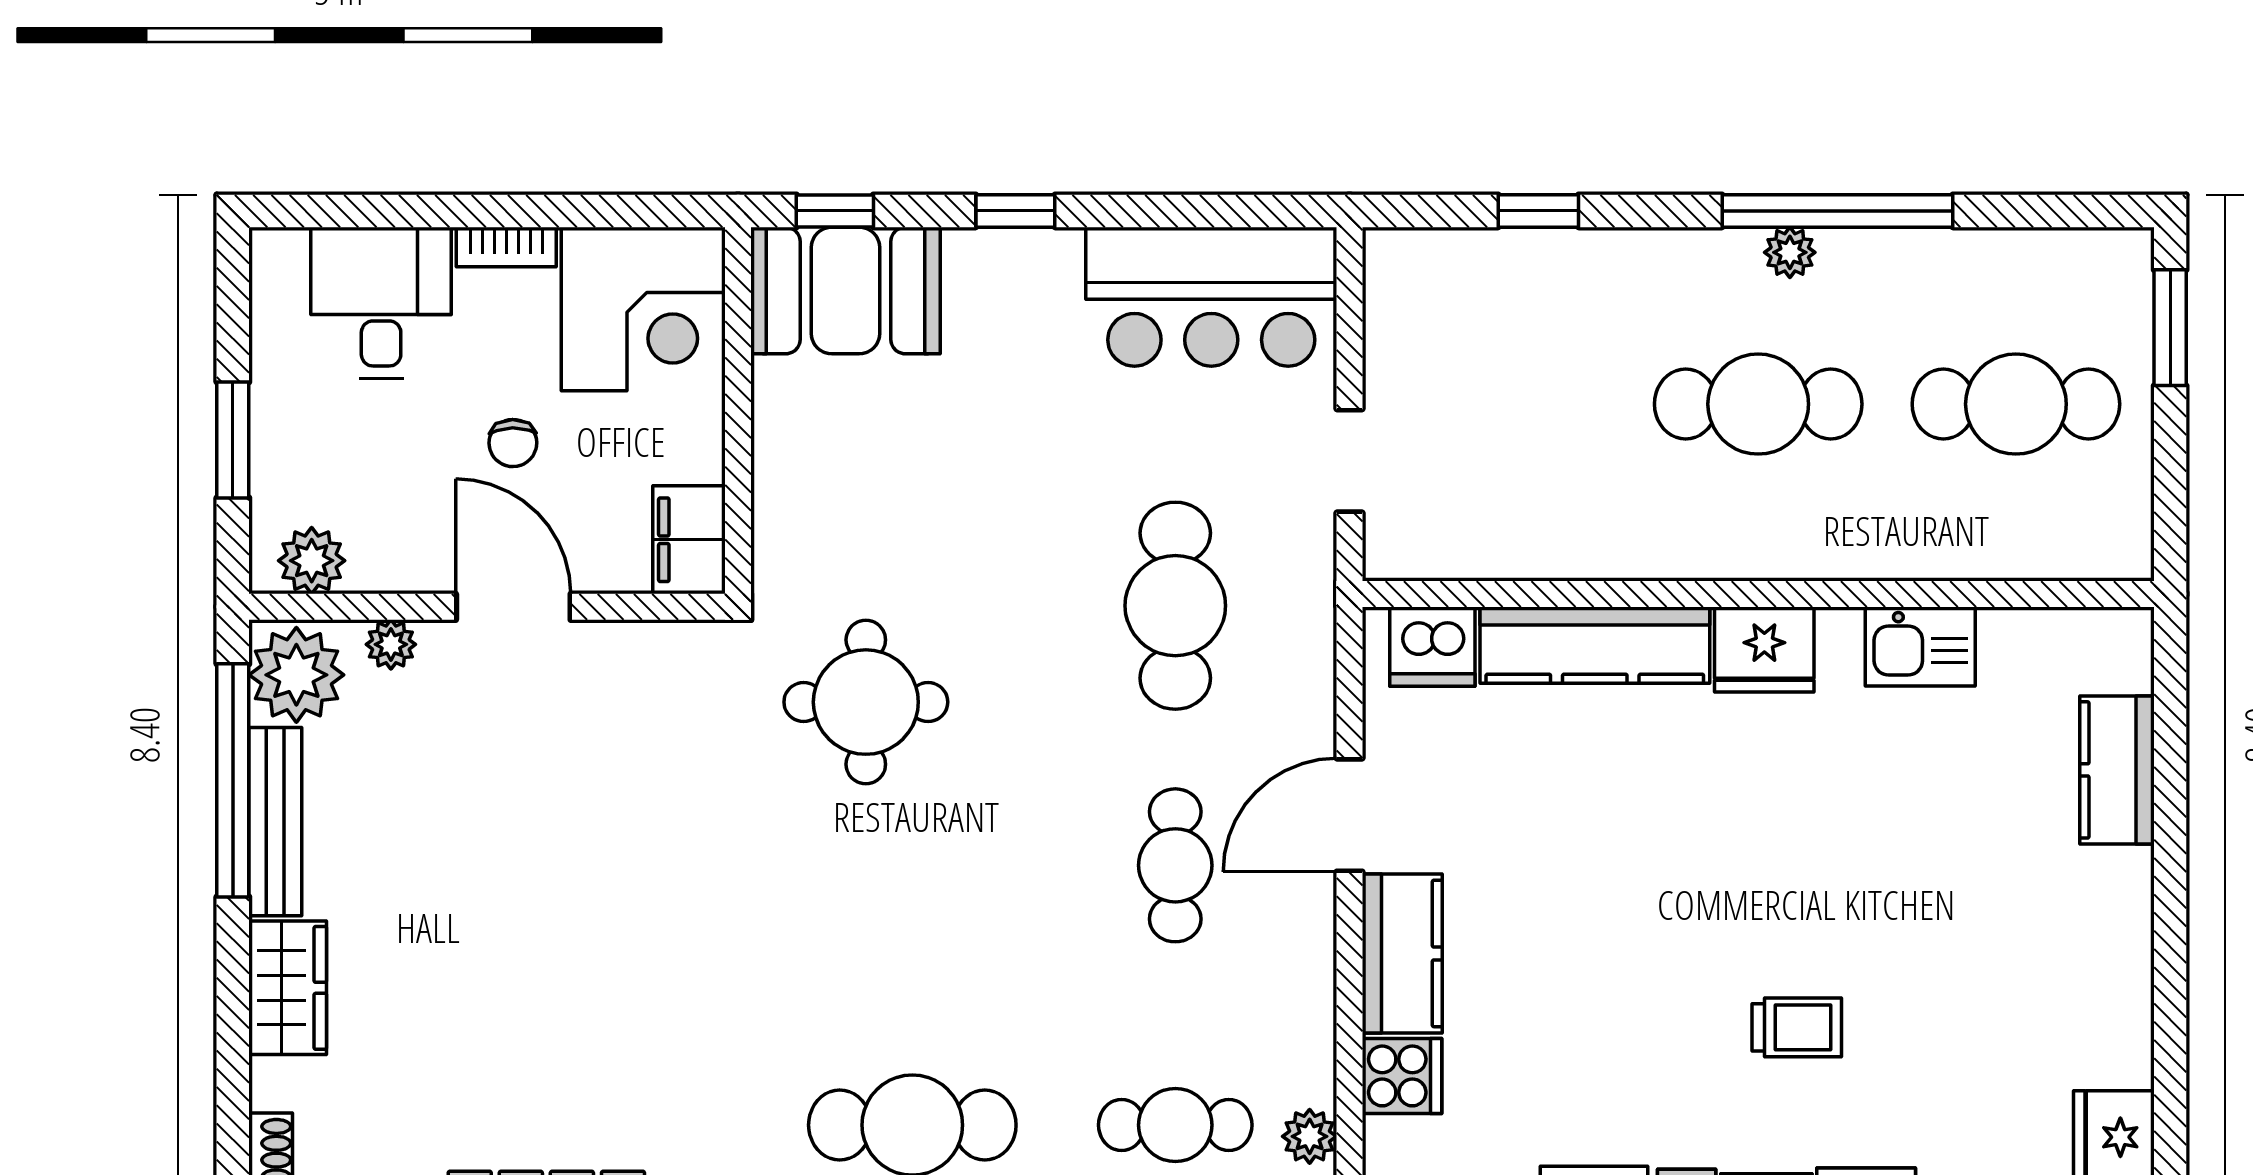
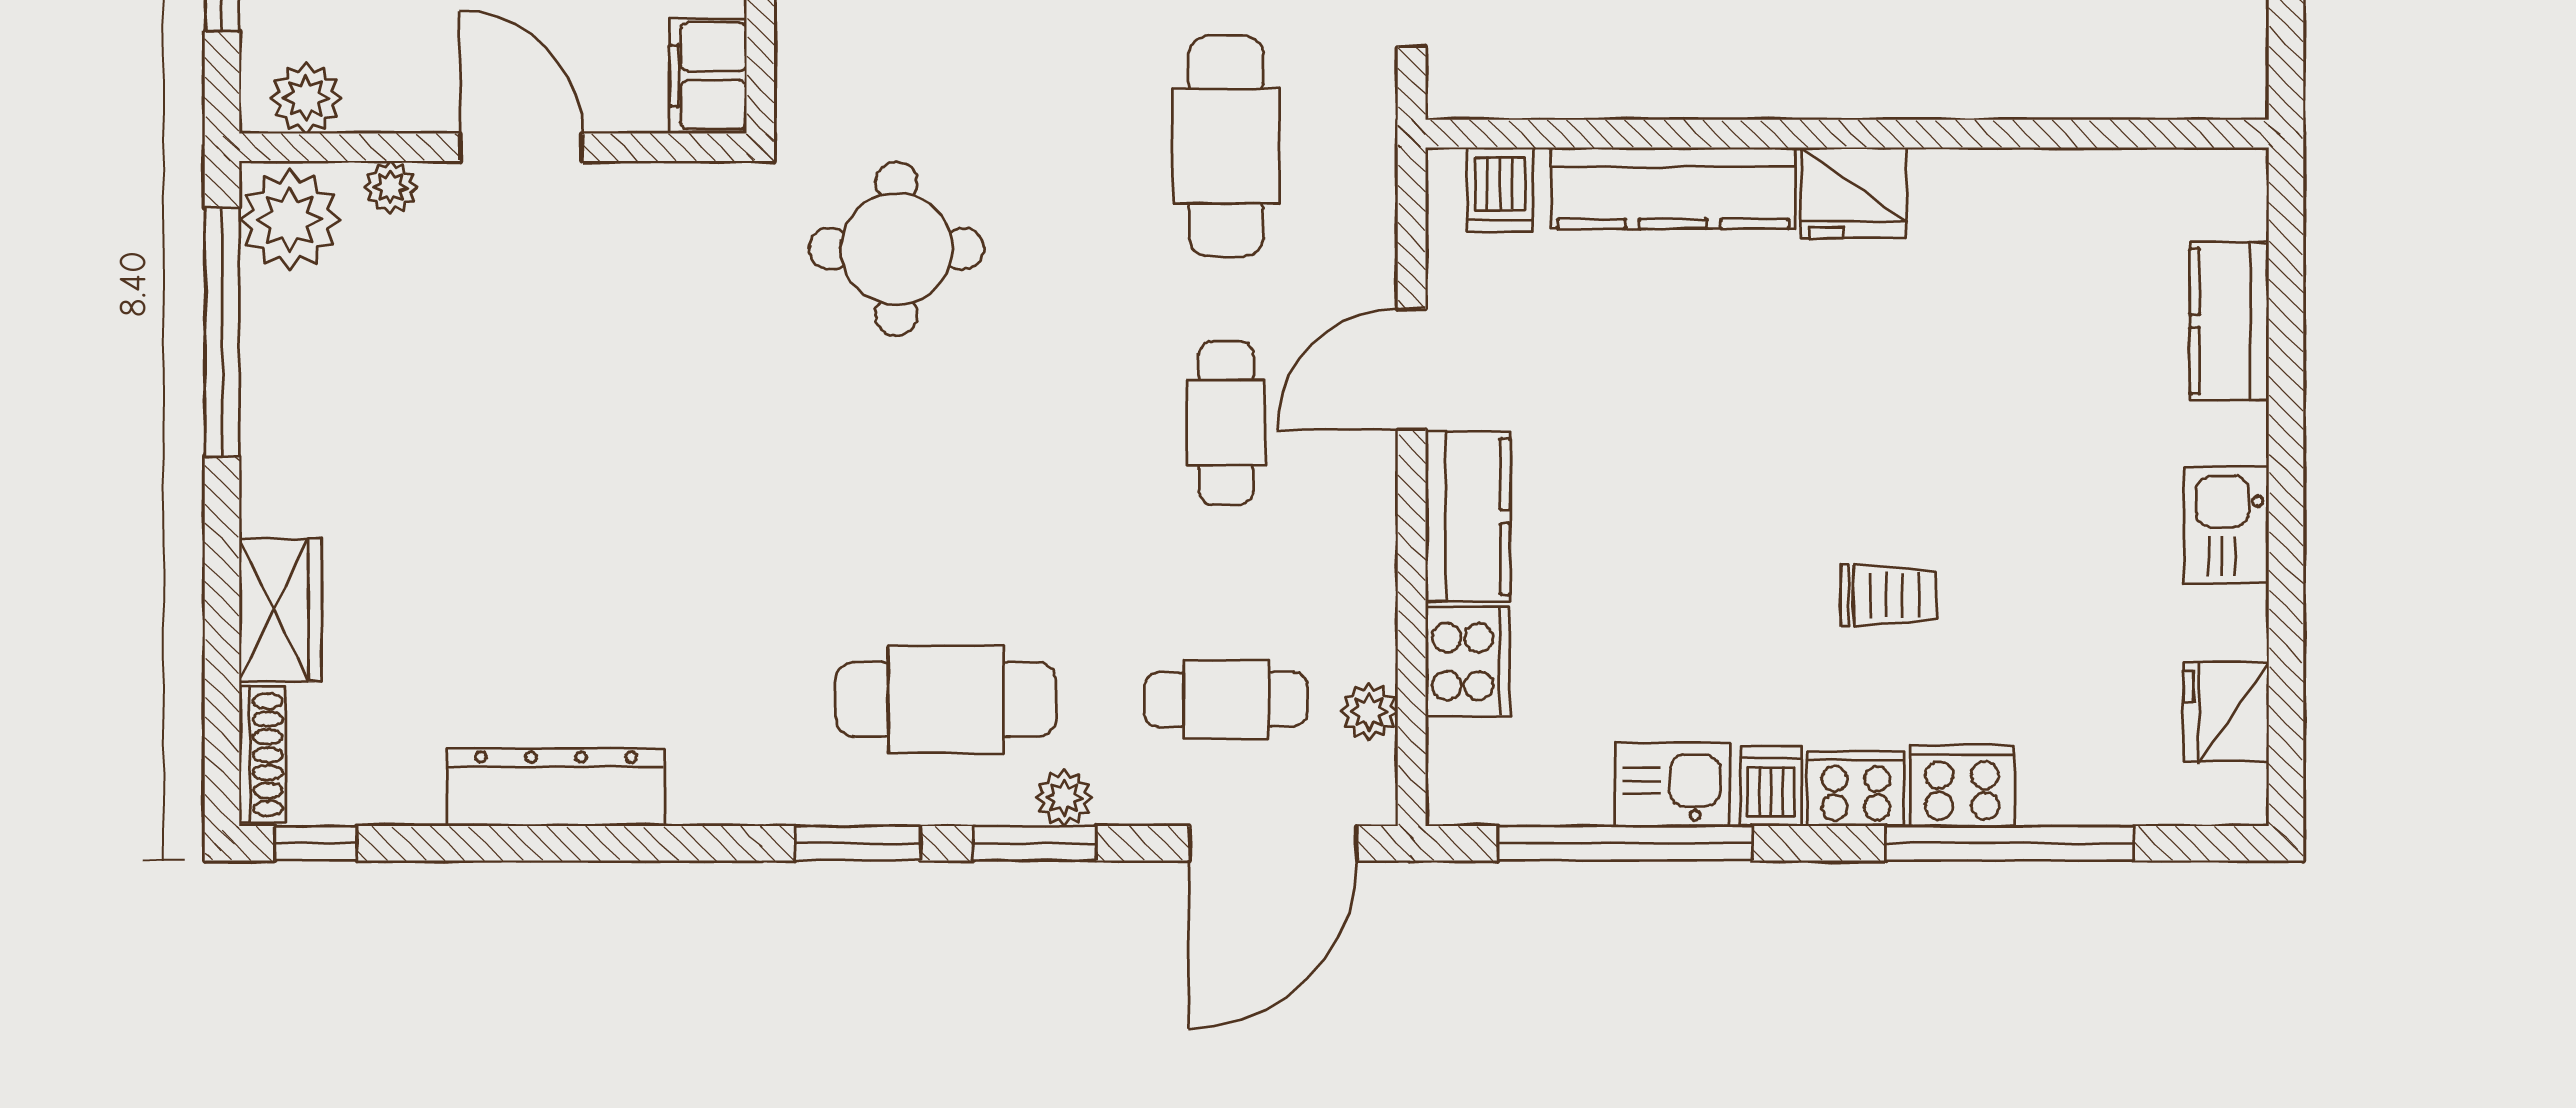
dishwasher: (1432, 647) -> (1500, 190), width x0.73
kitchen sink: (1920, 647) -> (2227, 525), moved, turned 90
bench: (275, 822) -> (267, 376), removed
wardrobe: (288, 988) -> (280, 610), moved
cooker: (1402, 1076) -> (1468, 662), width x1.36

